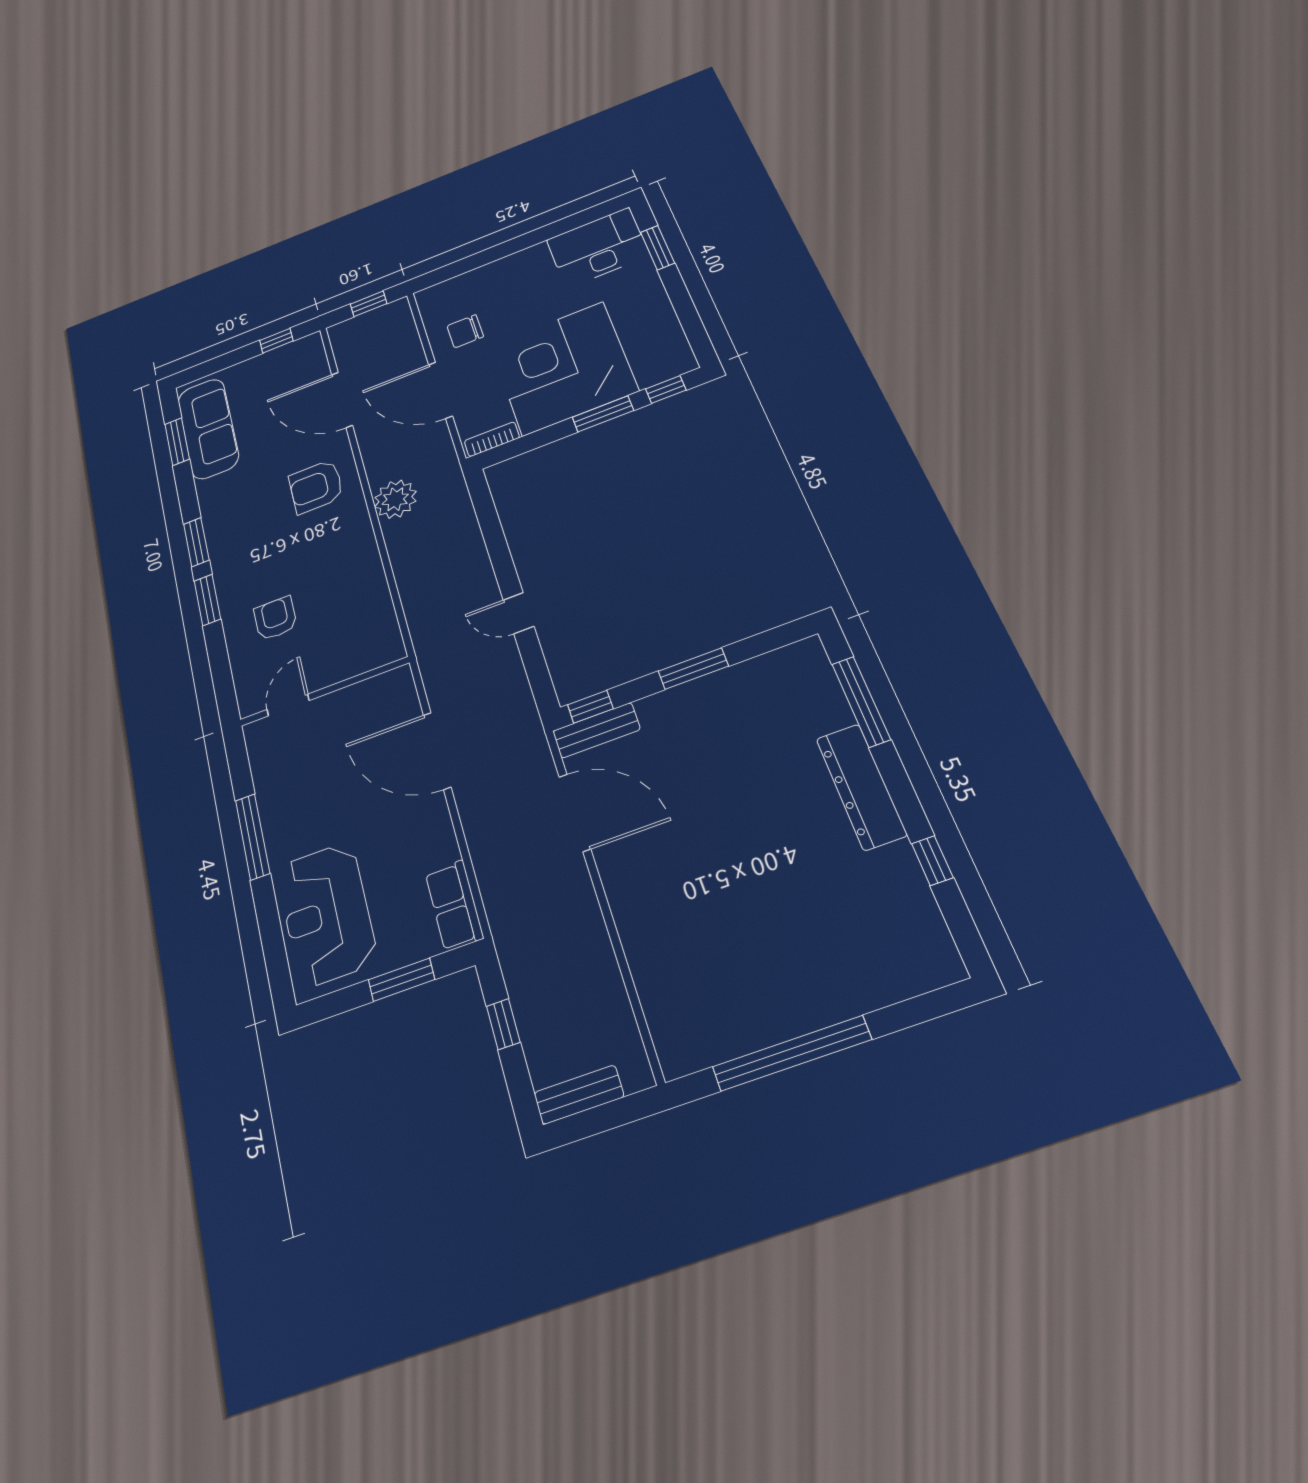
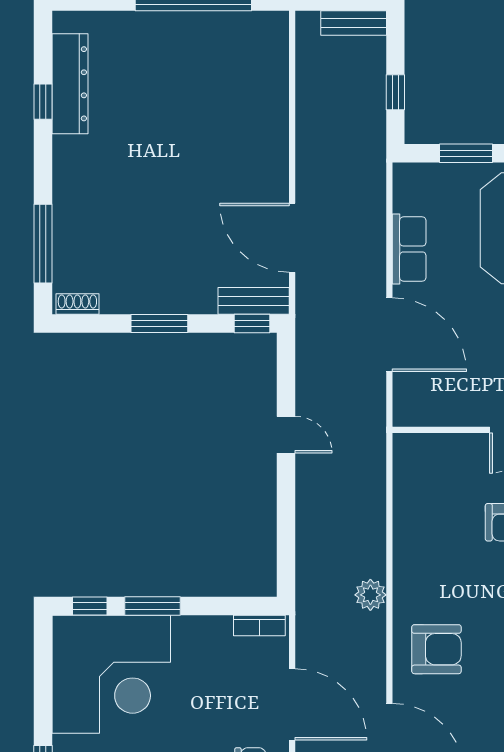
corner desk: (563, 368) -> (111, 674), moved
plant: (395, 499) -> (370, 595), width x0.73, depth x0.73
shoe rack: (794, 654) -> (77, 304), added
dresser: (861, 786) -> (70, 84), moved
row of seats: (454, 905) -> (409, 249), moved

